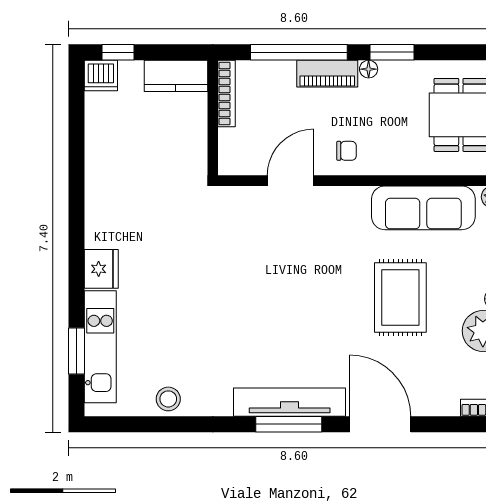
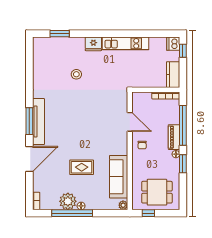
rug: (400, 298) -> (82, 167), width x0.73, depth x0.70
kitchen unit: (100, 347) -> (126, 43), moved
stool: (168, 399) -> (76, 74), moved

